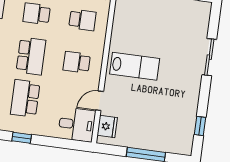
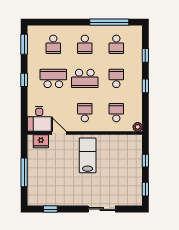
school desk: (82, 20) -> (116, 113), turned 180
lab bench: (135, 66) -> (88, 155), turned 180

